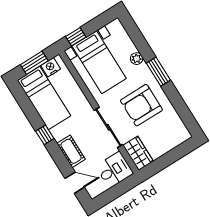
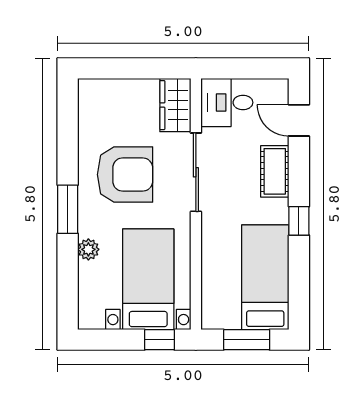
nightstand: (51, 67) -> (226, 317), removed

